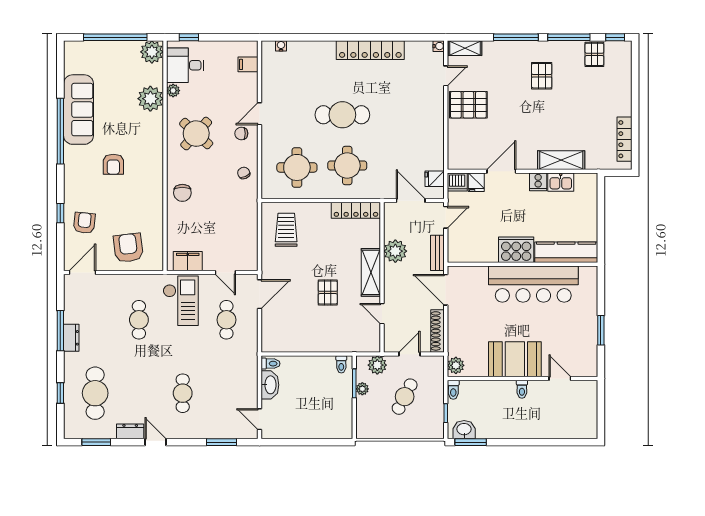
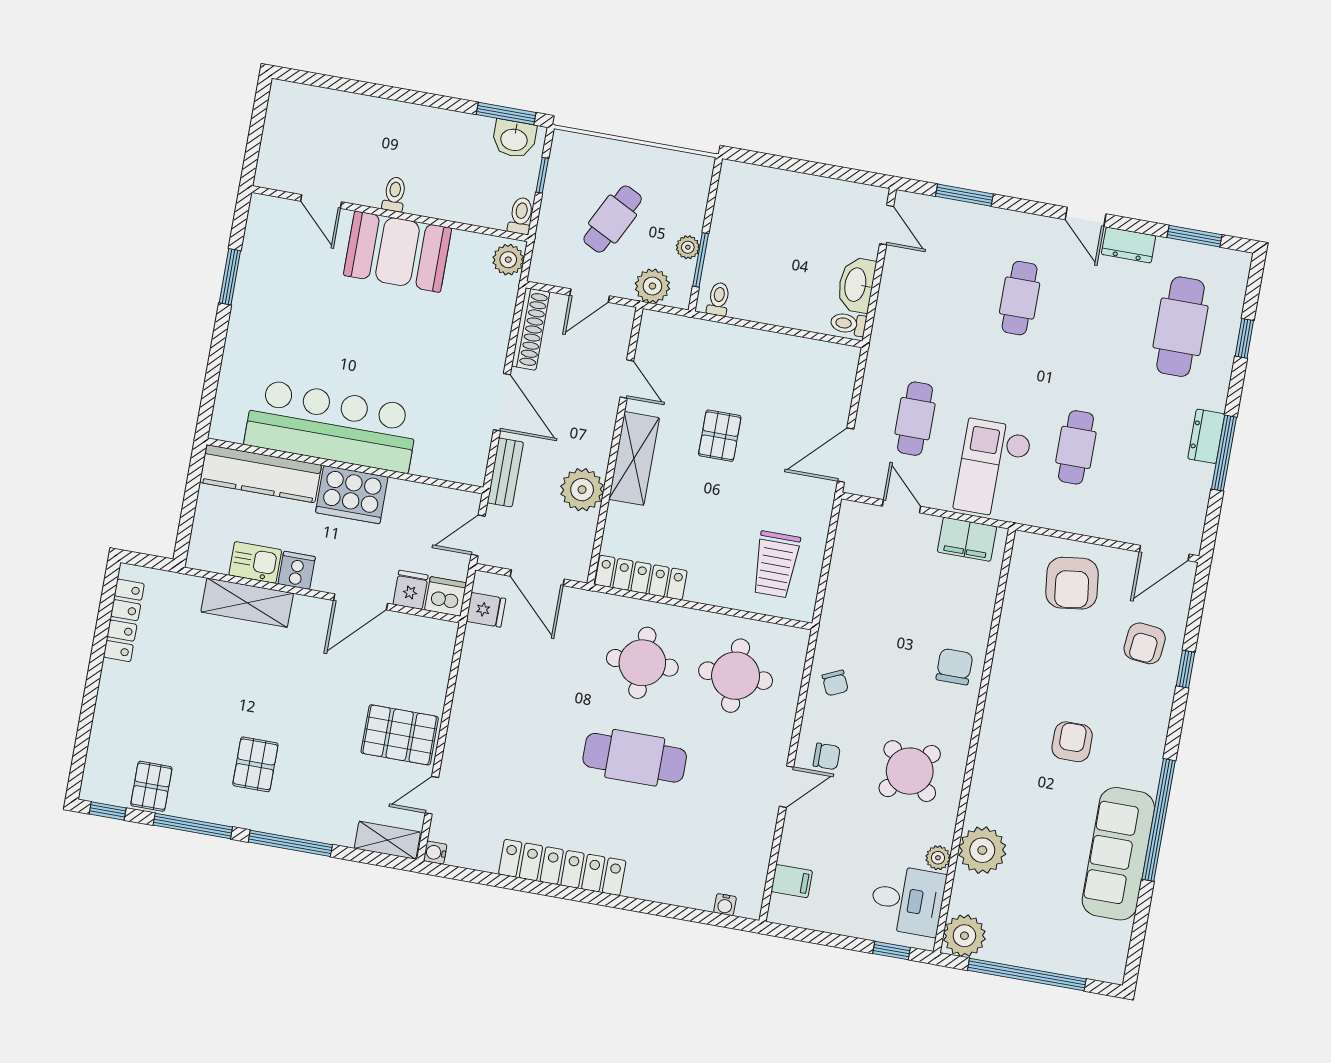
cooker: (516, 250) -> (352, 495), moved
kitchen counter: (566, 252) -> (261, 474), moved
wall: (522, 264) -> (345, 466), moved
bar counter: (533, 284) -> (332, 426), moved

